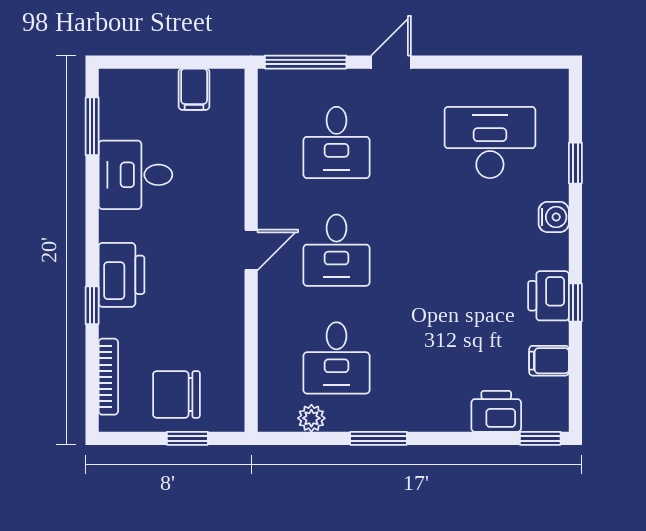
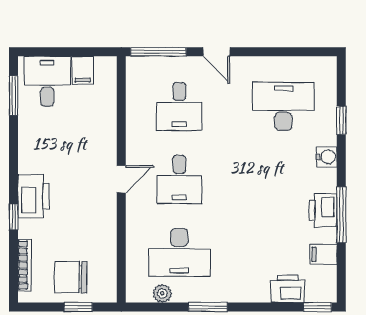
door: (391, 62) -> (216, 52), swing flipped
desk: (135, 175) -> (47, 81), moved, turned 90
window: (575, 302) -> (341, 215), width x2.17
desk: (336, 358) -> (179, 252), width x1.37

